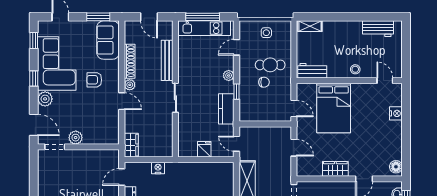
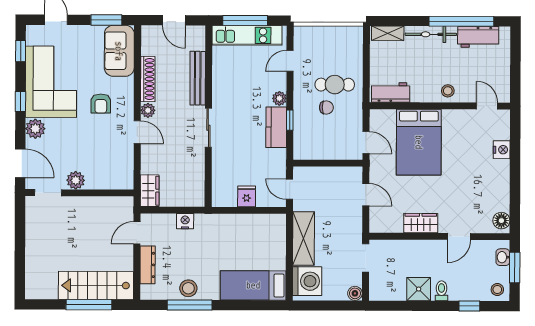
window: (365, 17) -> (461, 21), added
bicycle: (342, 27) -> (431, 34), added
side table: (266, 33) -> (330, 42), removed
armchair: (94, 80) -> (101, 104), turned -90
kitchen counter: (226, 109) -> (276, 127), moved

